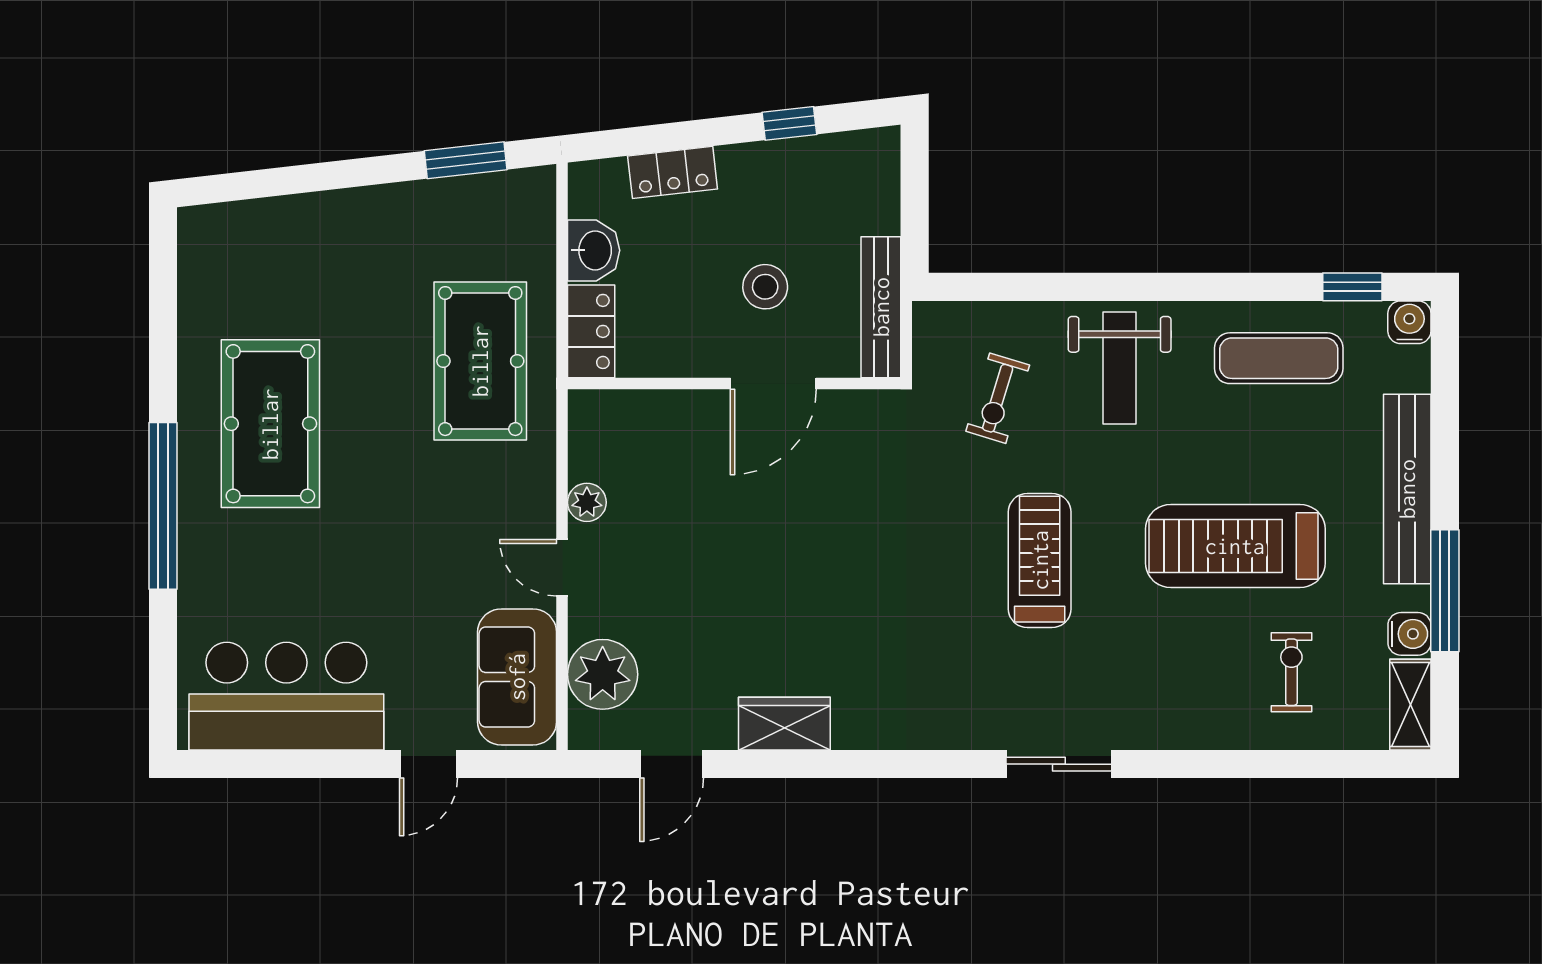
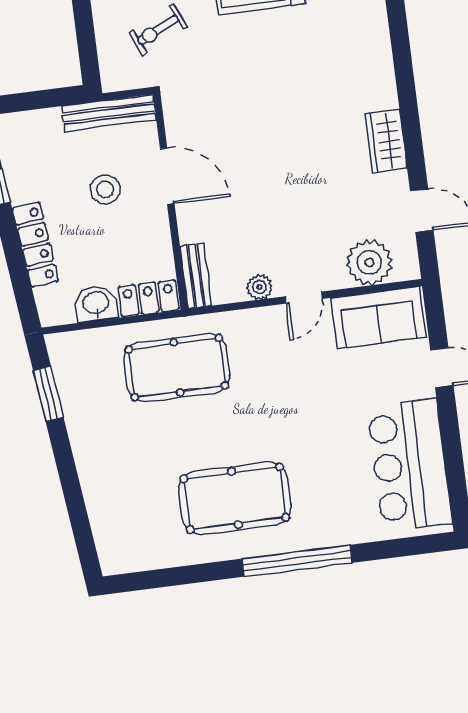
locker: (673, 172) -> (35, 245), width x1.53
exercise bike: (998, 398) -> (158, 30), turned 138
bench: (616, 408) -> (196, 276), added

